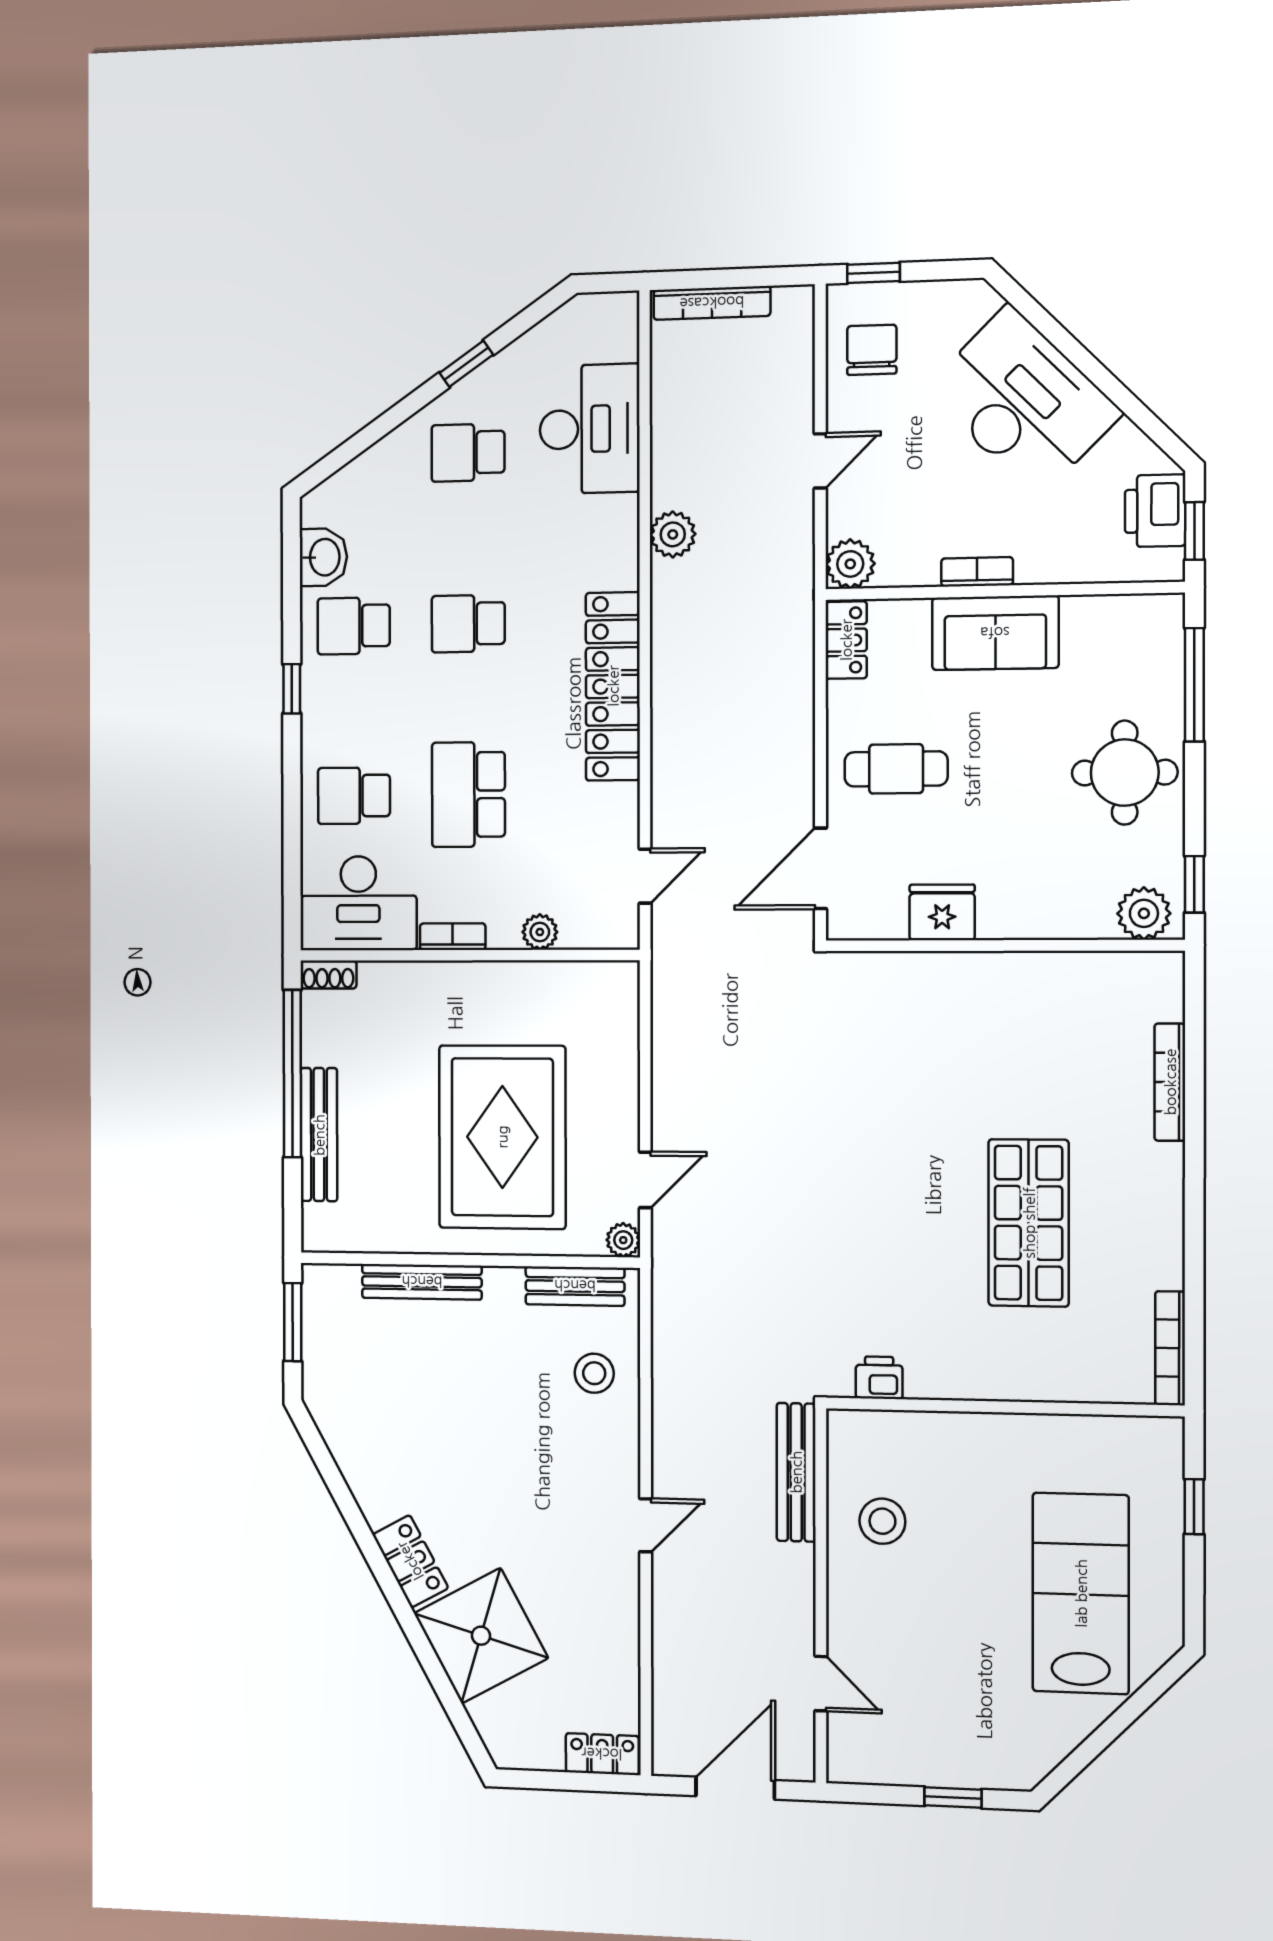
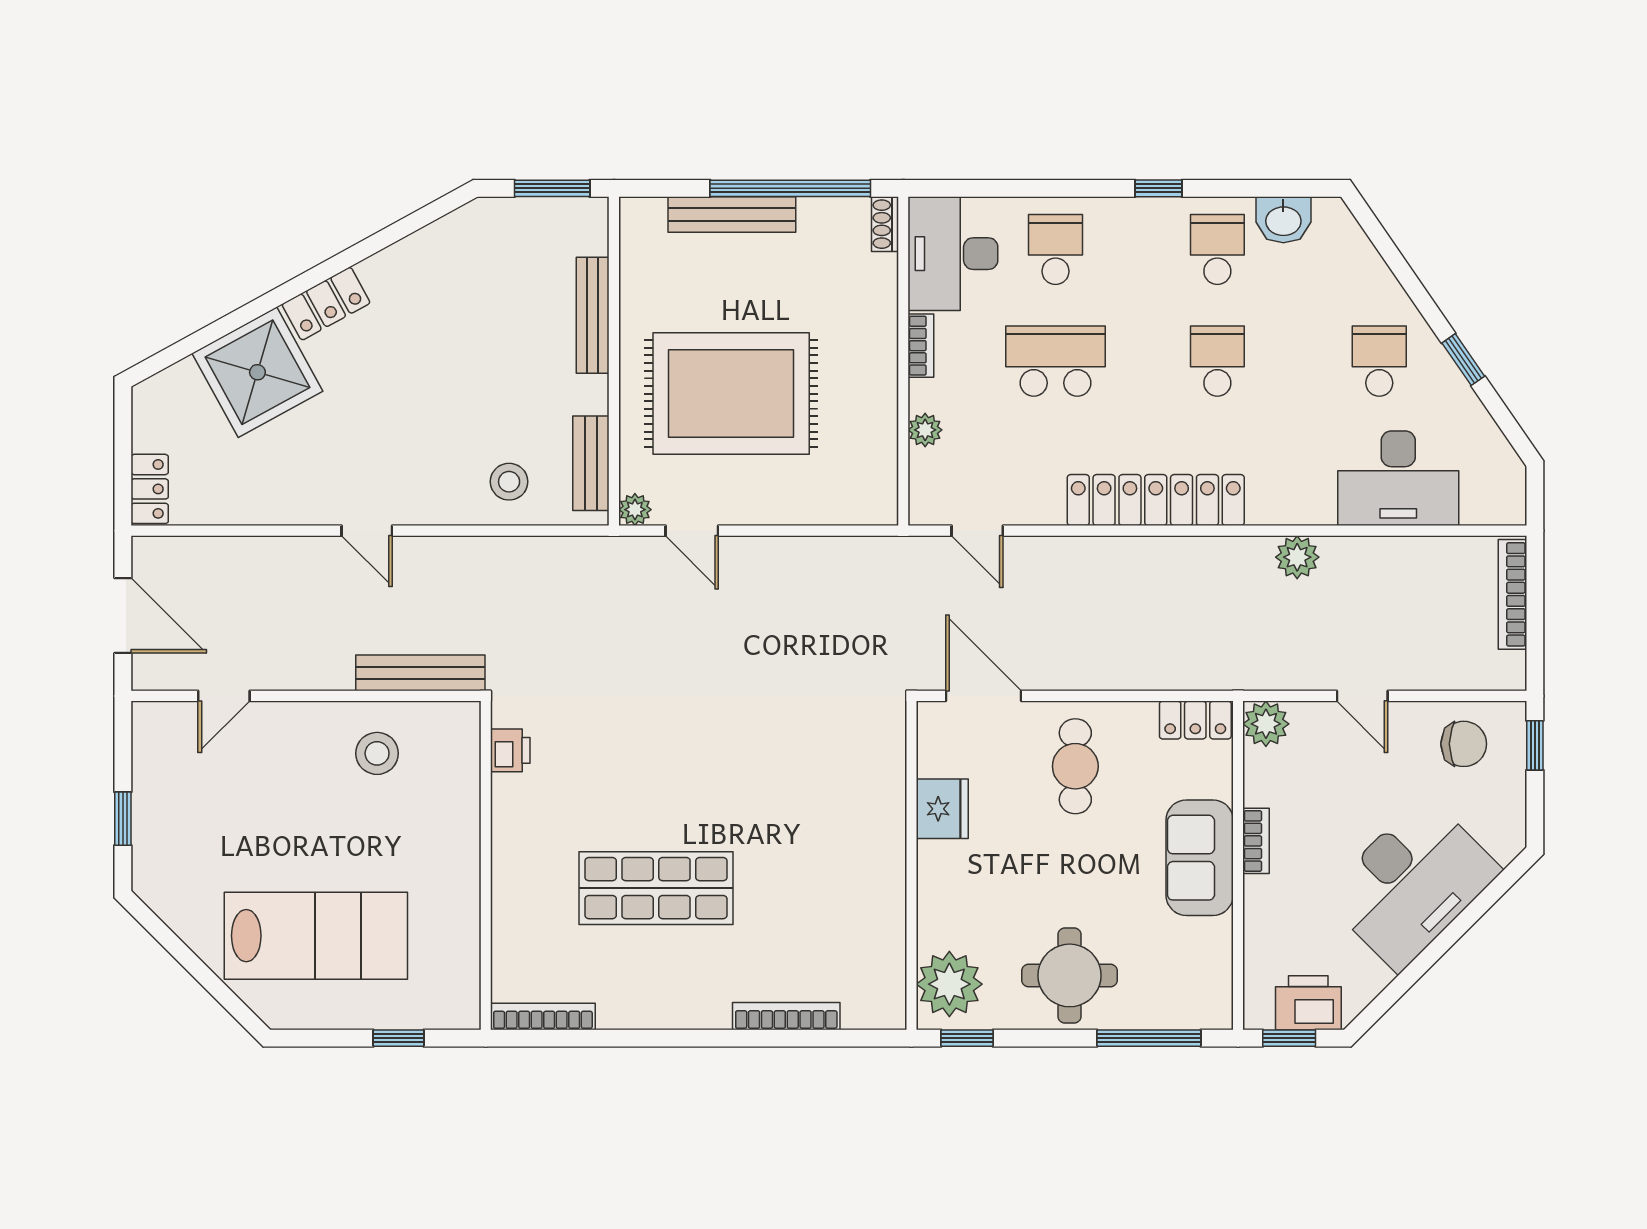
plant: (1144, 913) -> (949, 984), width x1.36, depth x1.36

